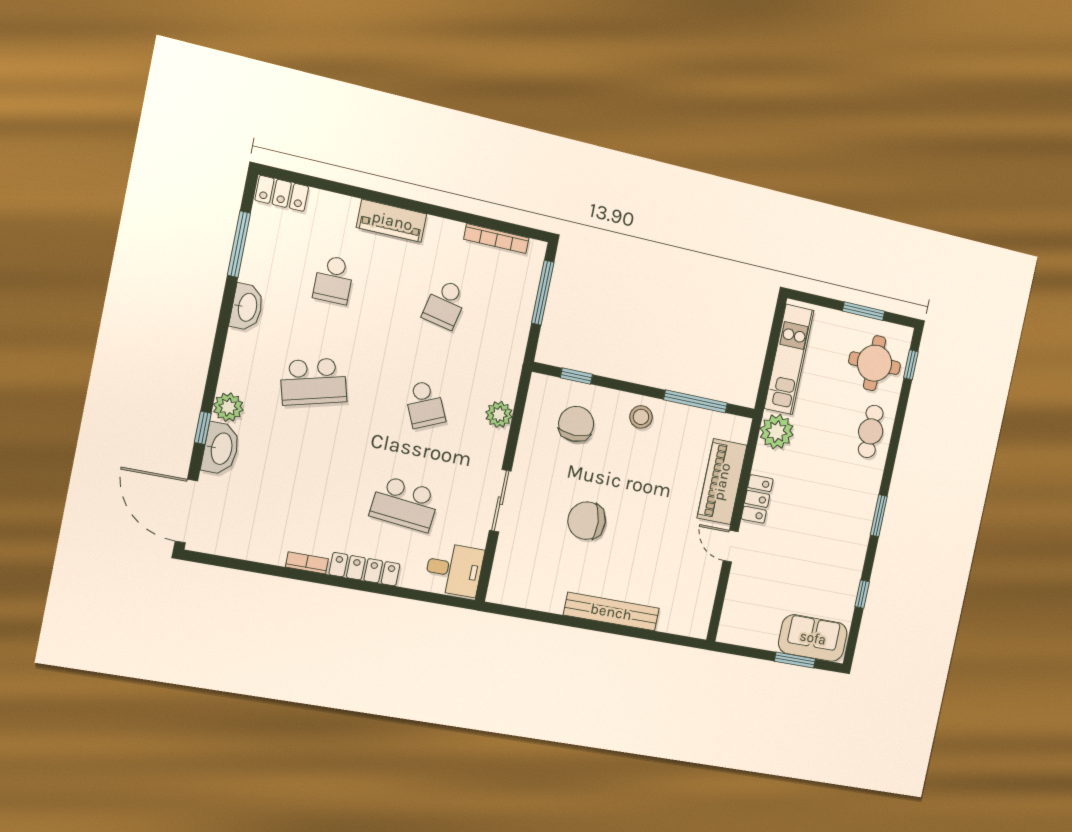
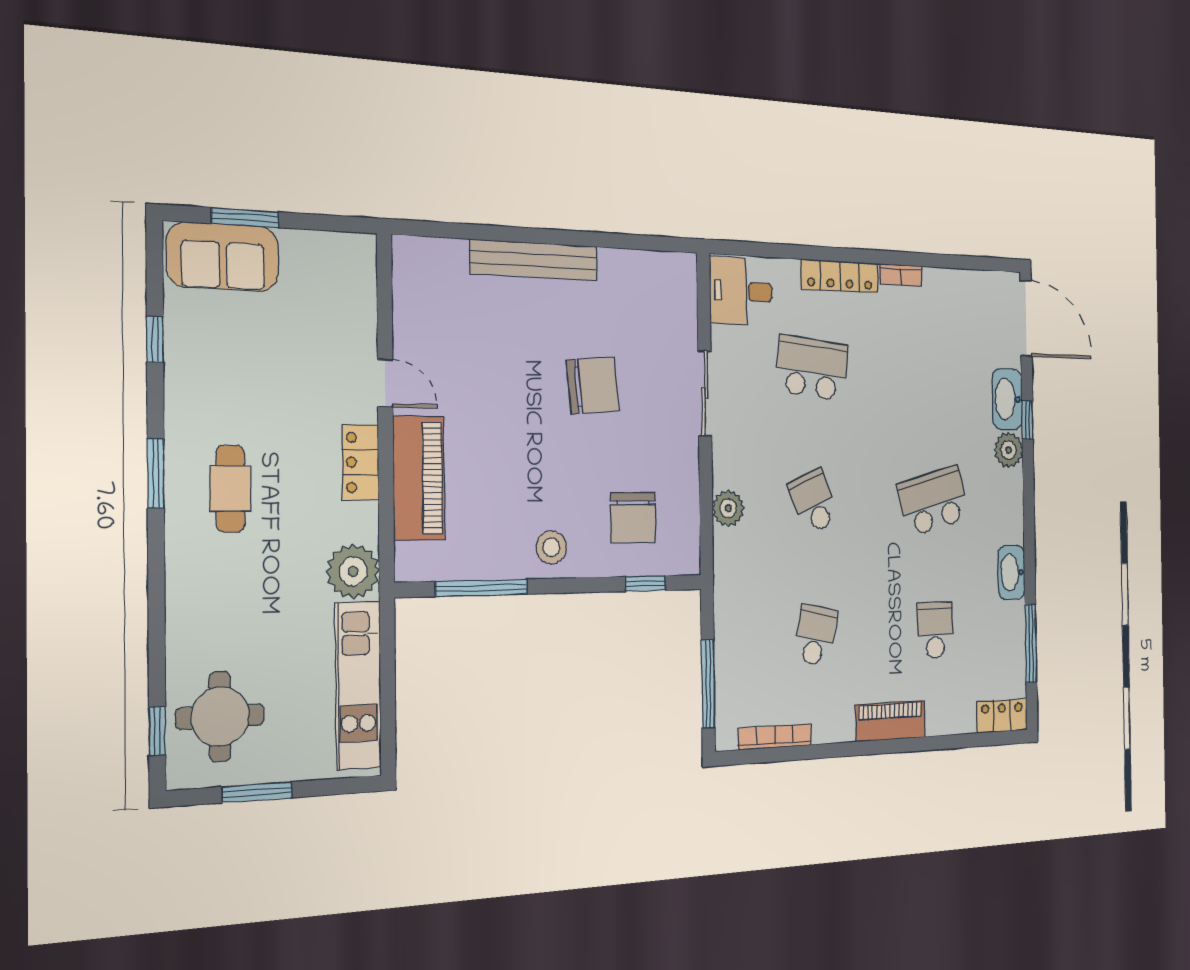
cafe table: (871, 431) -> (230, 489), moved

